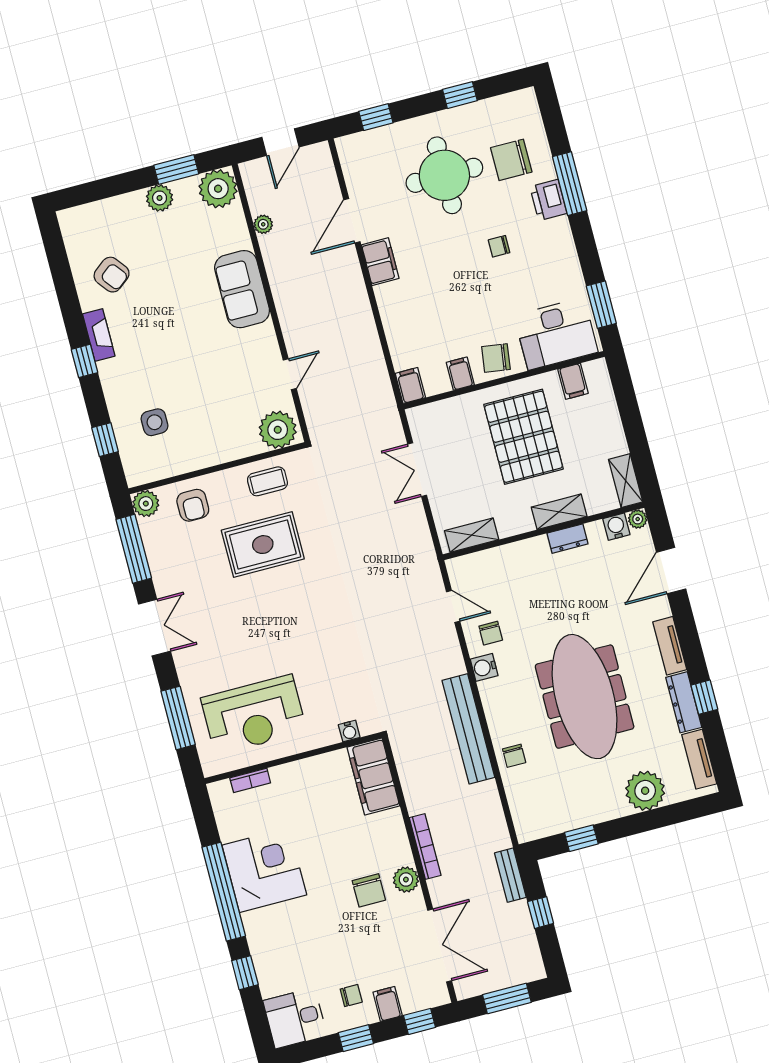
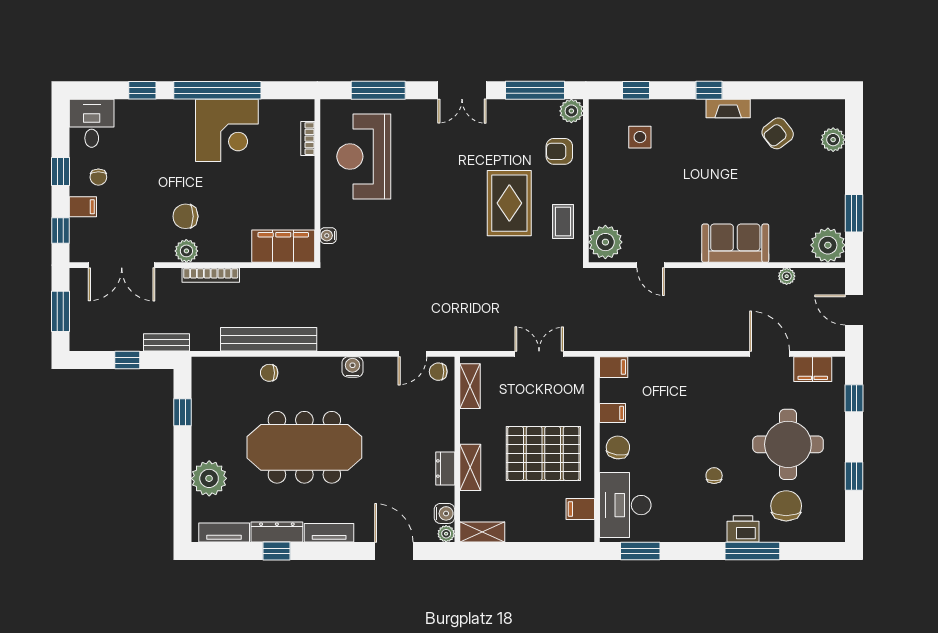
plant: (160, 198) -> (833, 140), moved
filing cabinet: (380, 262) -> (813, 369), moved
chair: (491, 633) -> (438, 372), moved
bench: (468, 729) -> (269, 339), moved

